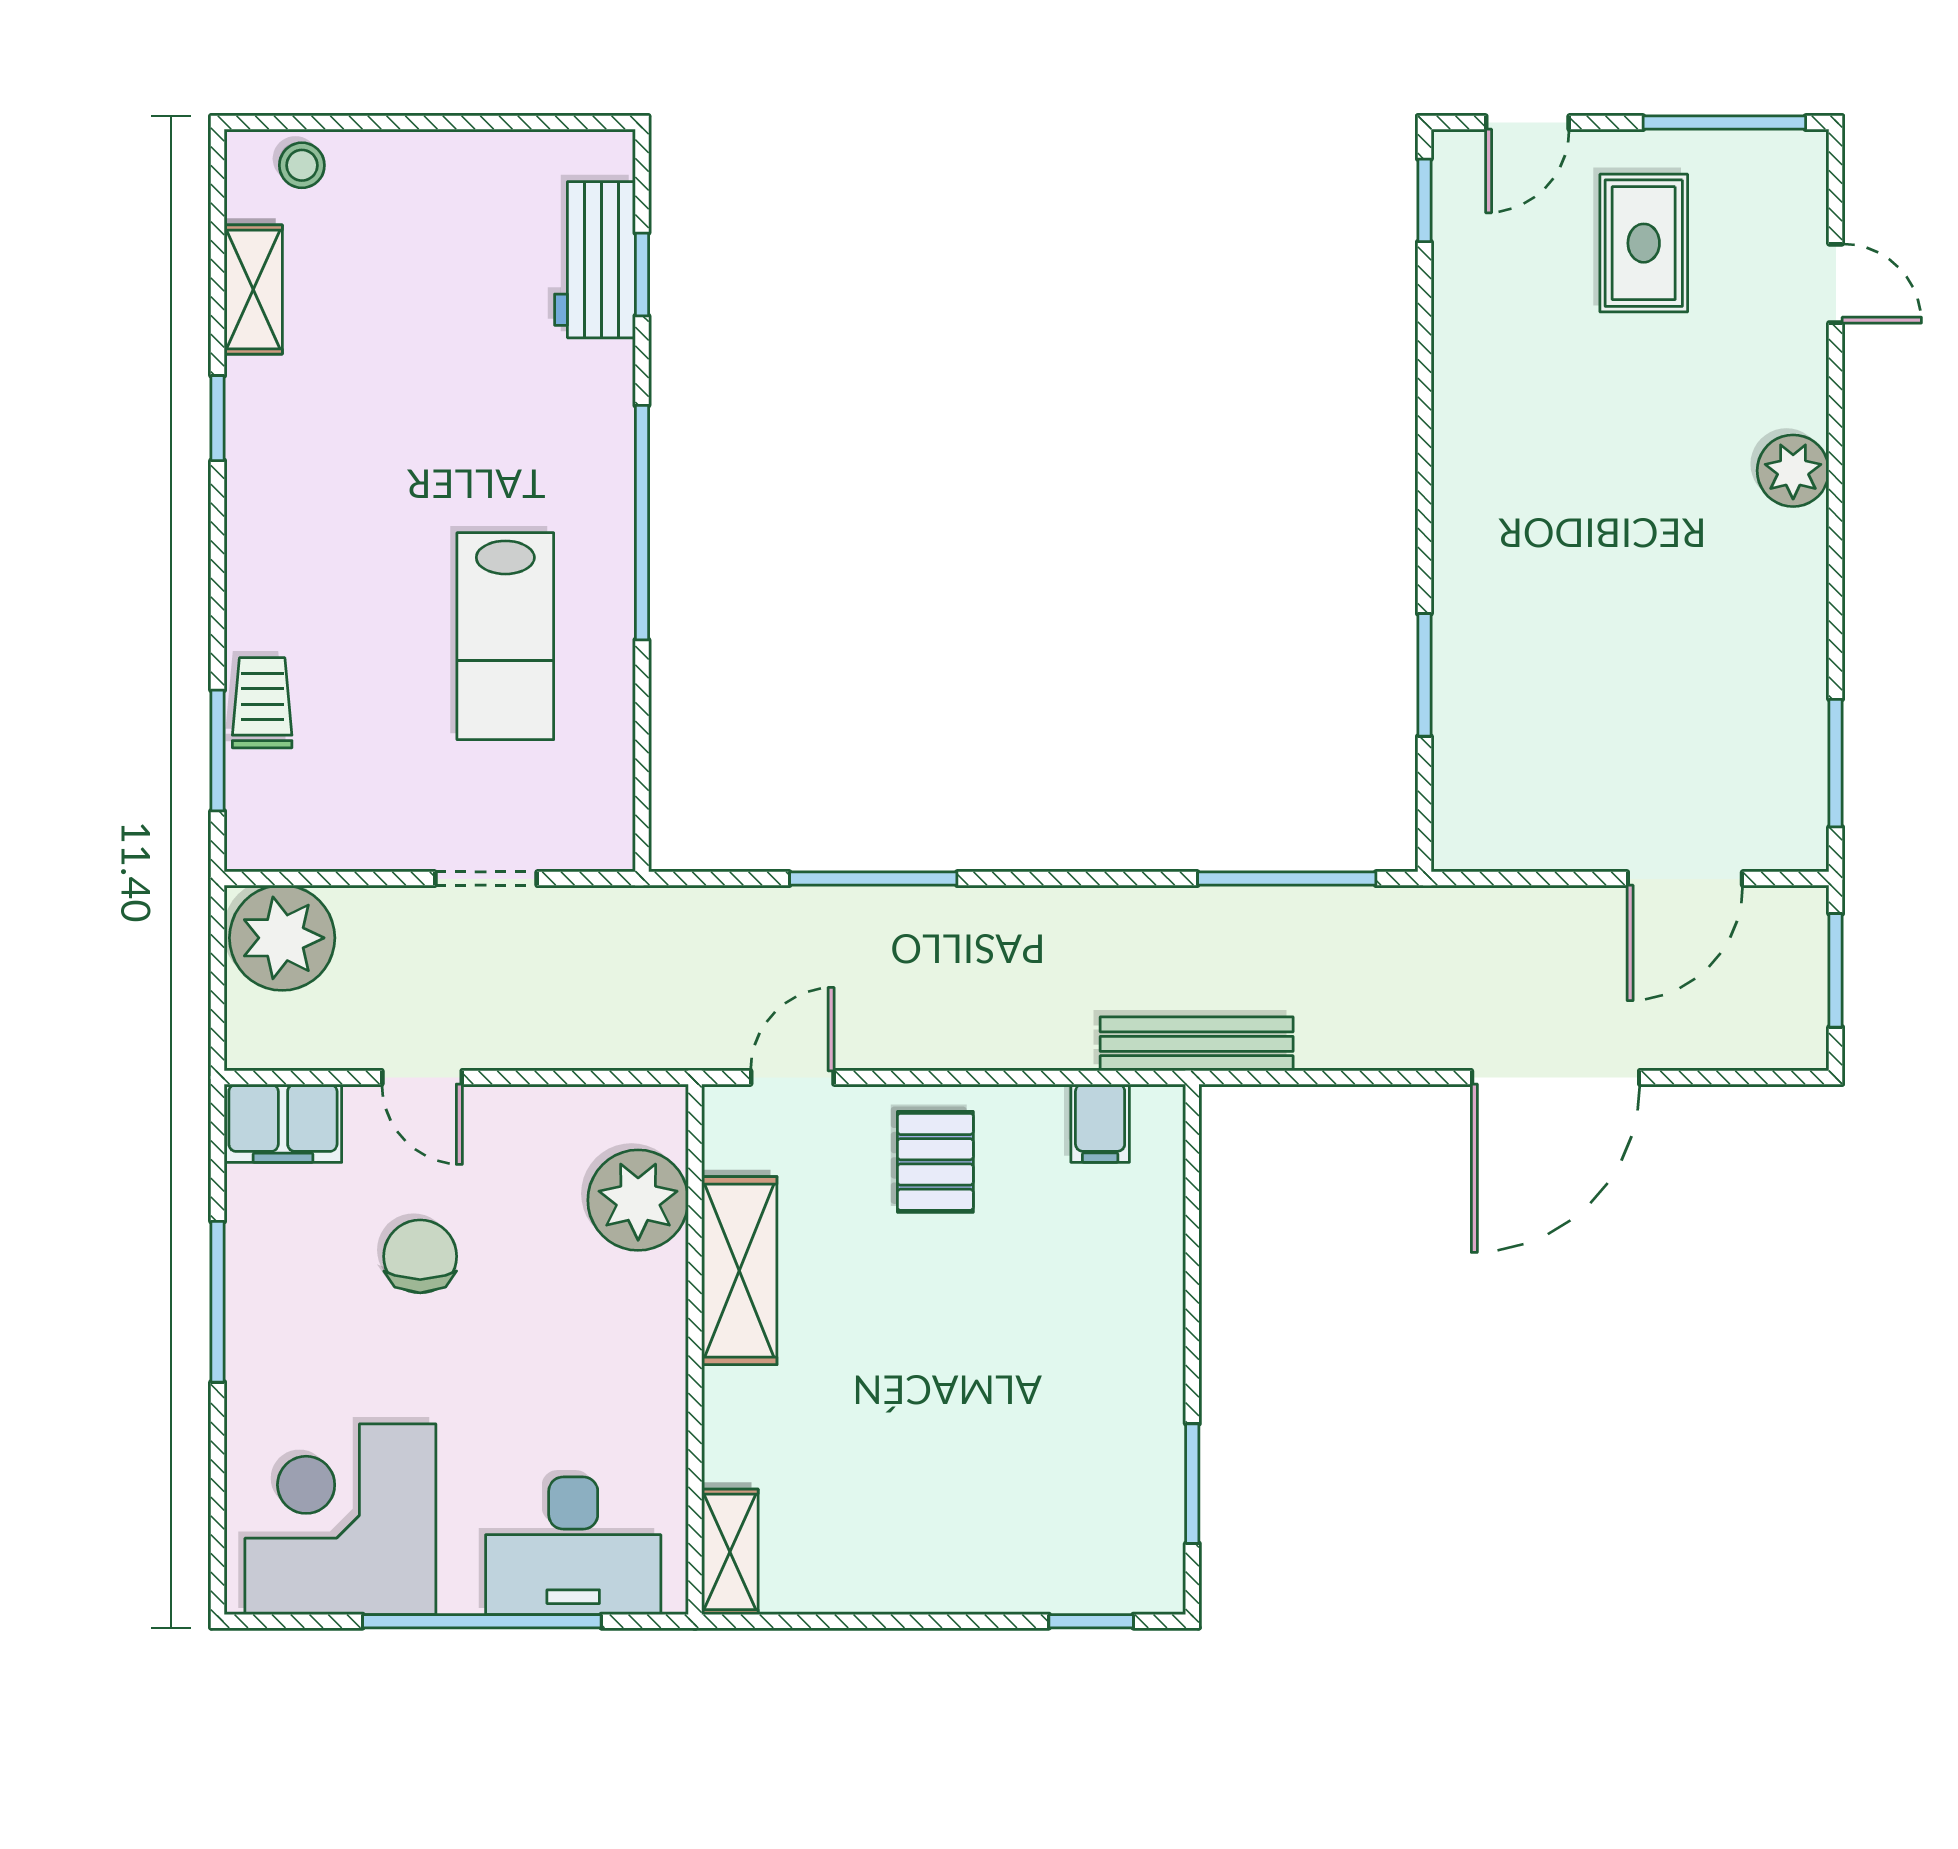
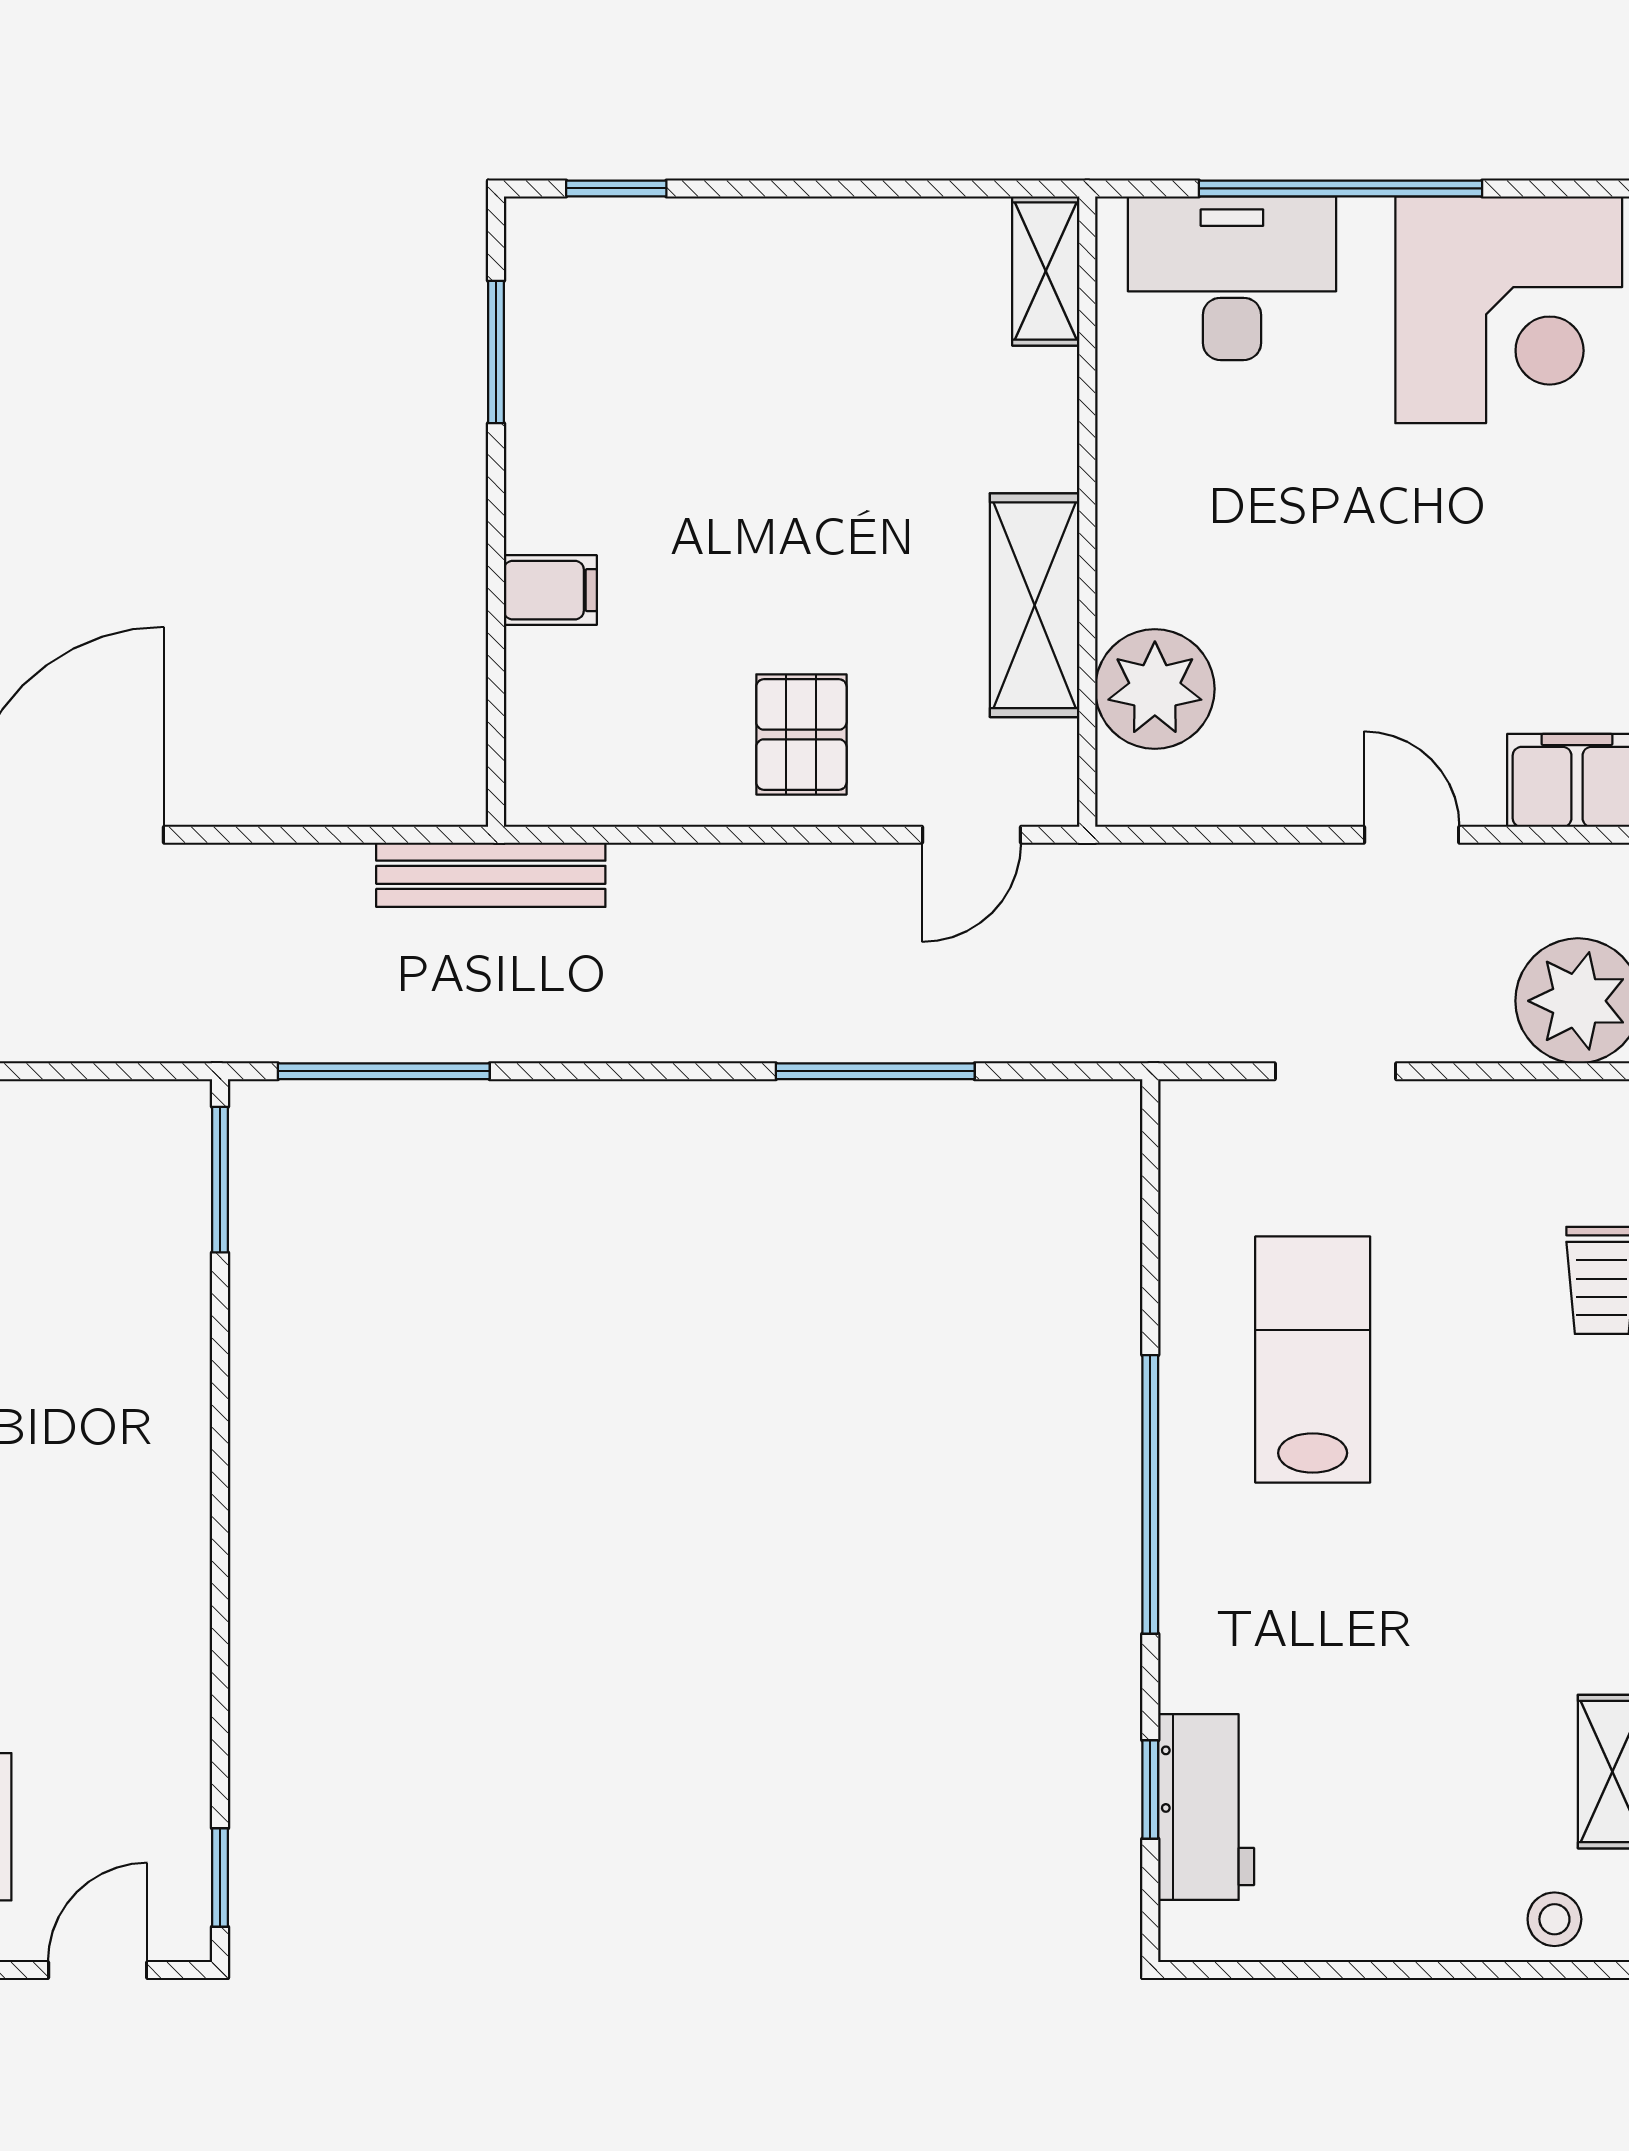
window: (1424, 675) -> (220, 1180), moved
filing cabinet: (1100, 1123) -> (550, 590), moved, turned 90
chair: (420, 1256) -> (1414, 622), removed

